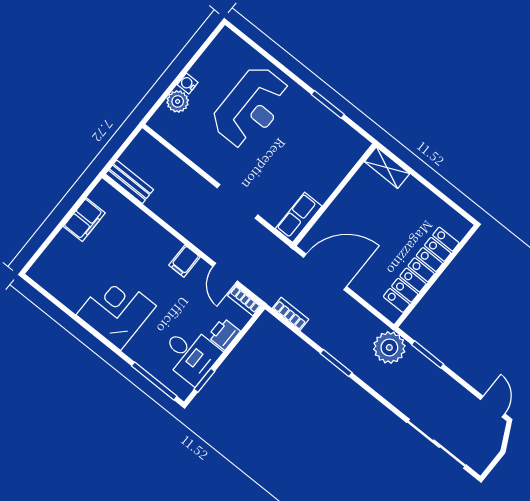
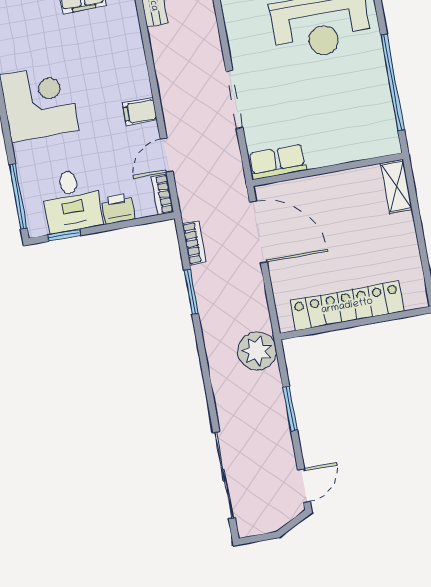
window: (328, 104) -> (393, 83), width x2.11
window: (428, 354) -> (290, 409), moved
window: (336, 363) -> (191, 292), moved

